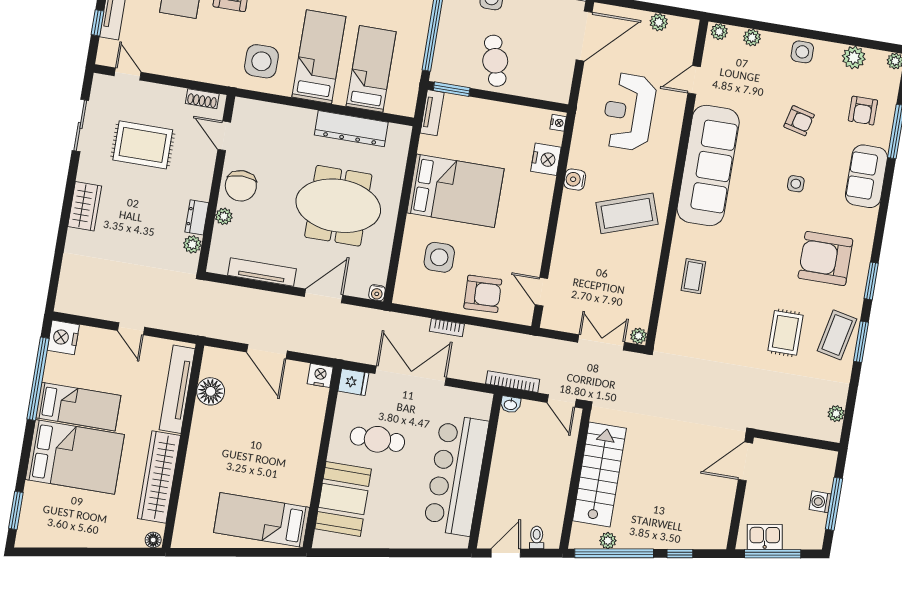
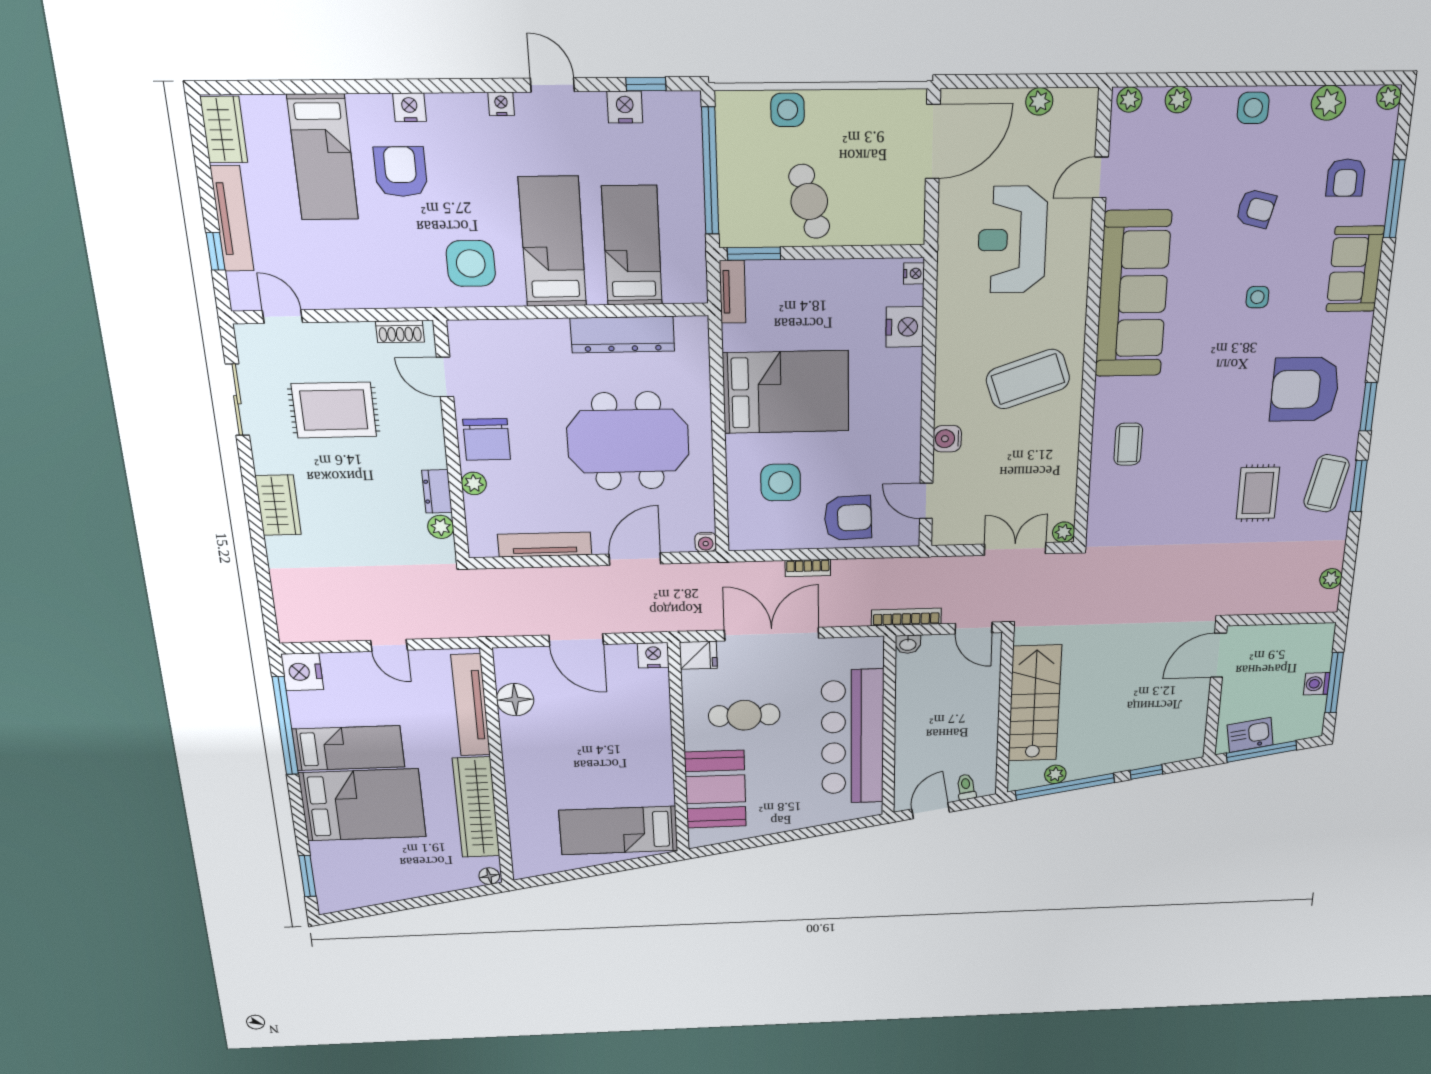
water cooler: (575, 180) -> (947, 439), moved

